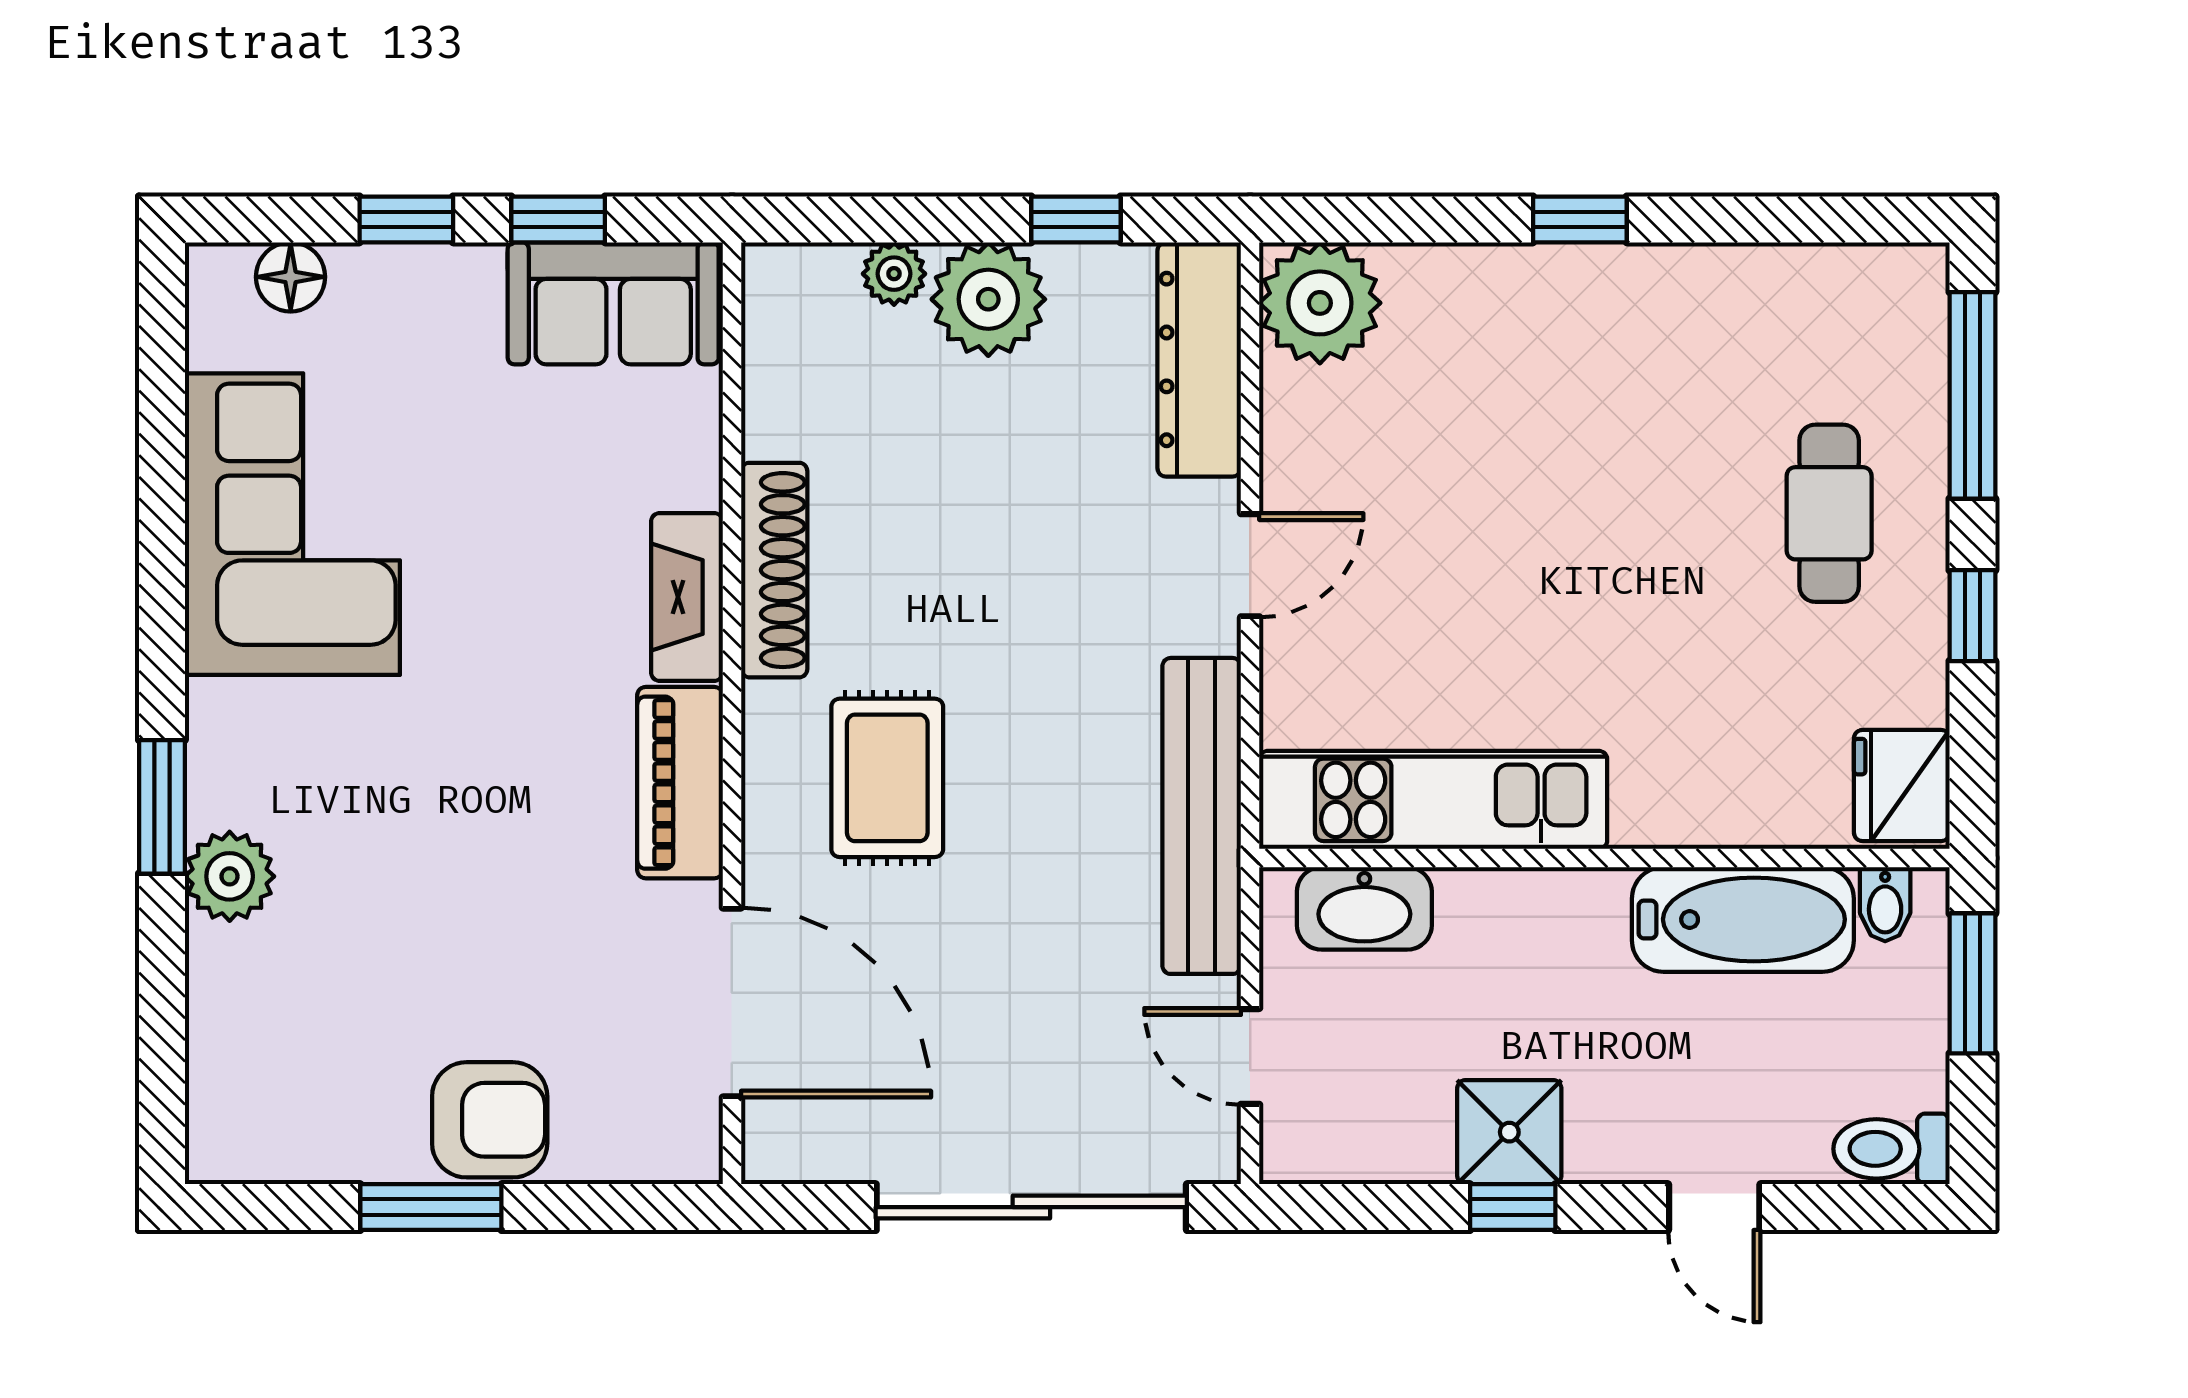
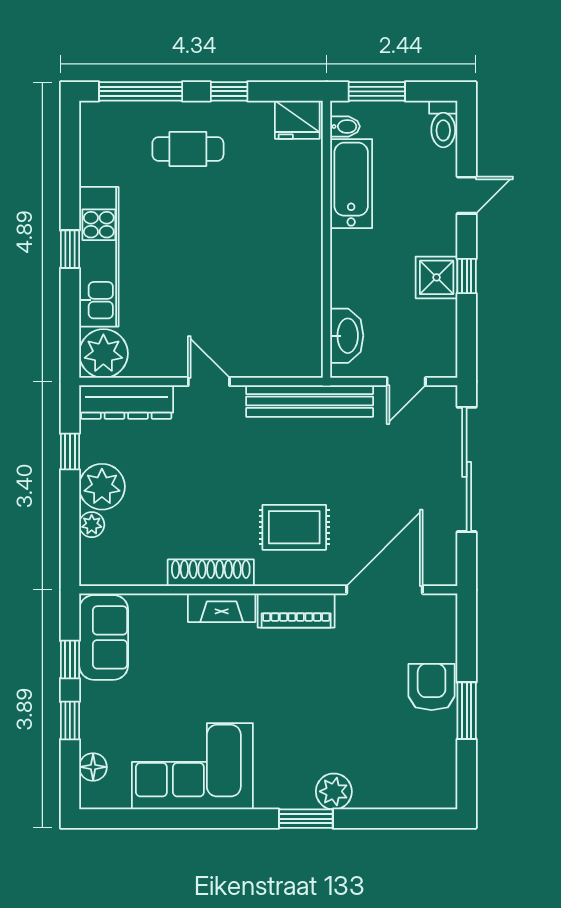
kitchen unit: (1433, 800) -> (99, 257), moved, turned 180

